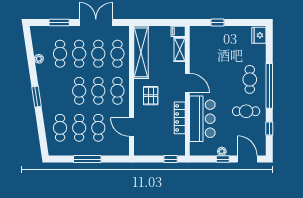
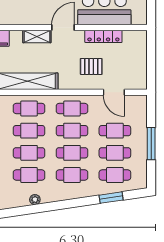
shelving: (180, 50) -> (37, 36), moved
cafe table: (60, 91) -> (72, 175), added
pallet: (151, 96) -> (91, 66), moved
window: (36, 97) -> (111, 198), moved
door: (132, 127) -> (114, 92), hinge flipped
window: (171, 159) -> (151, 47), removed

